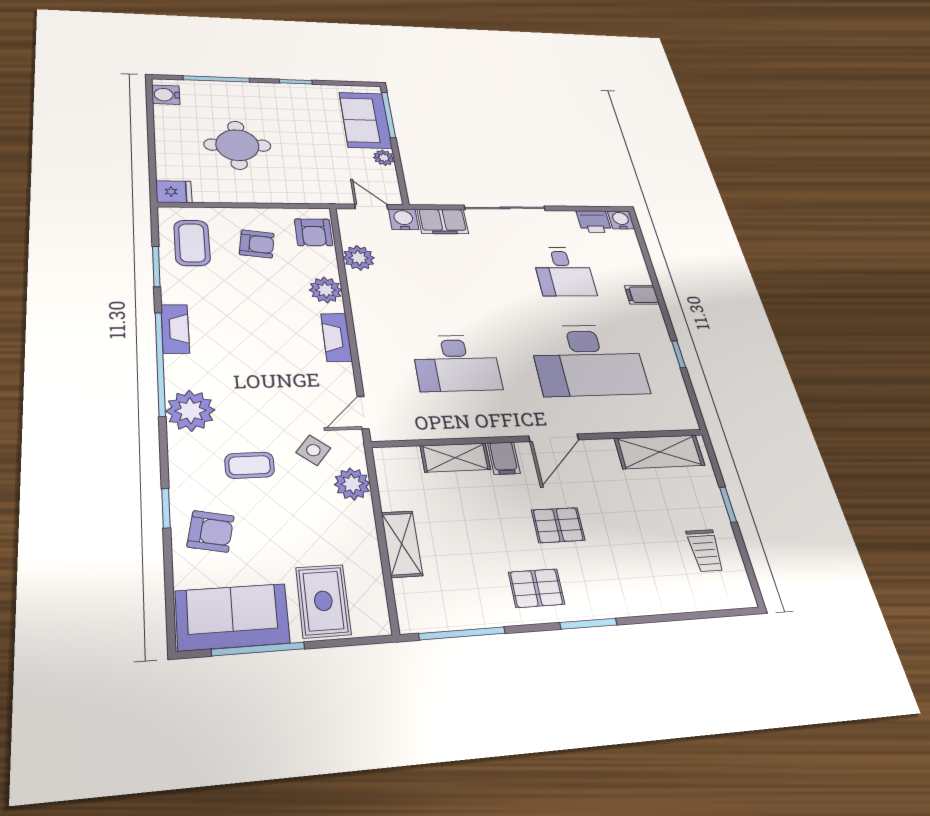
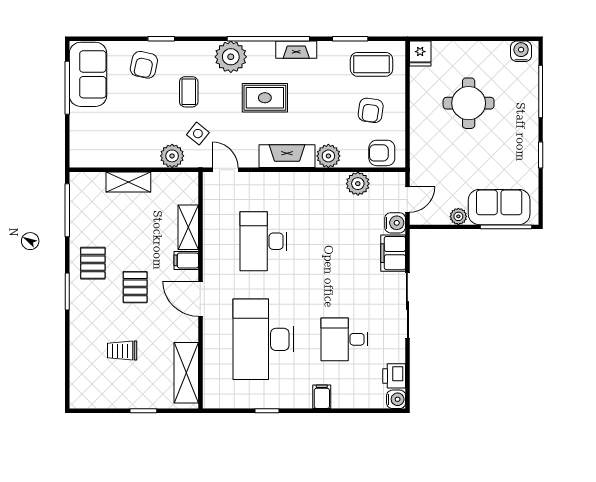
fireplace: (336, 337) -> (287, 156), width x1.37, depth x1.32
trolley: (705, 550) -> (122, 351), moved
rug: (323, 601) -> (265, 98), moved

